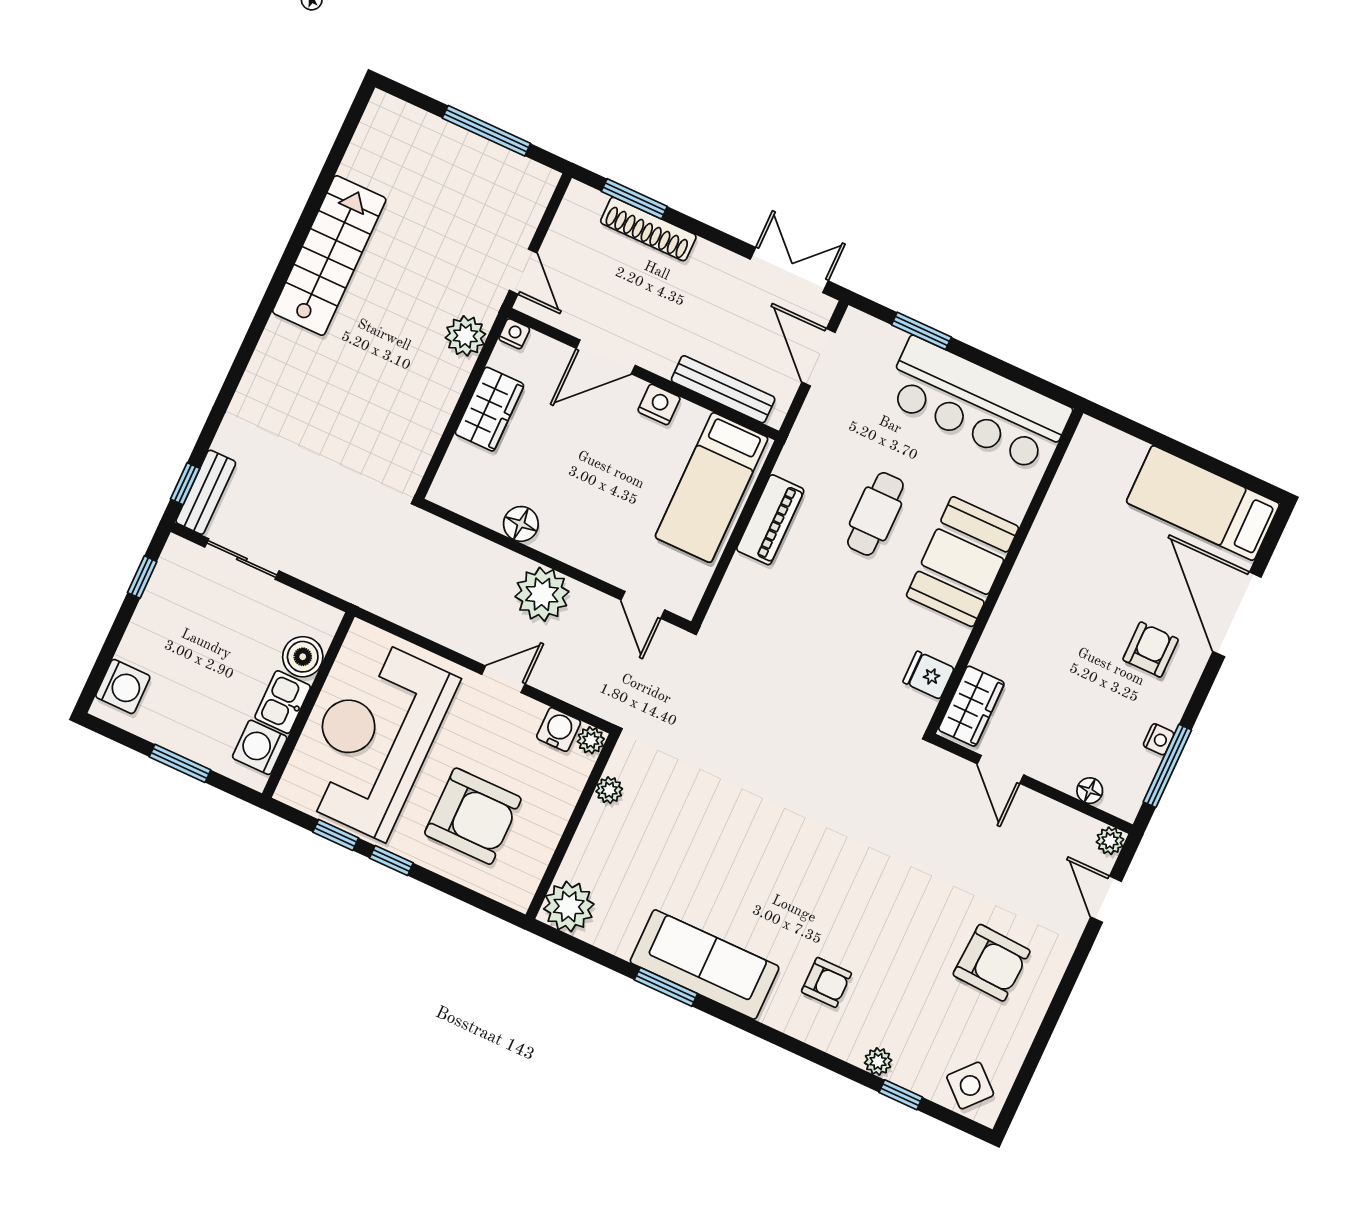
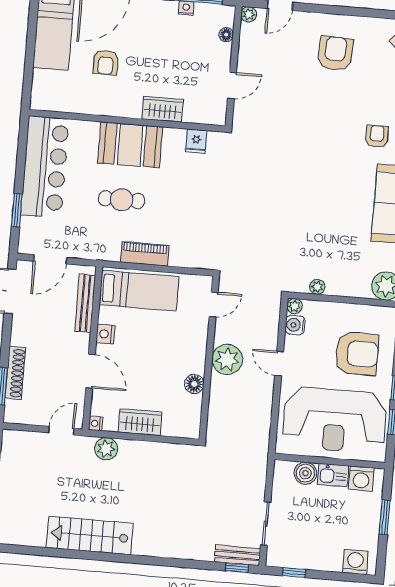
armchair: (1151, 649) -> (106, 62), moved, turned -90
wardrobe: (971, 706) -> (163, 109), moved
armchair: (473, 816) -> (357, 354), turned 90

